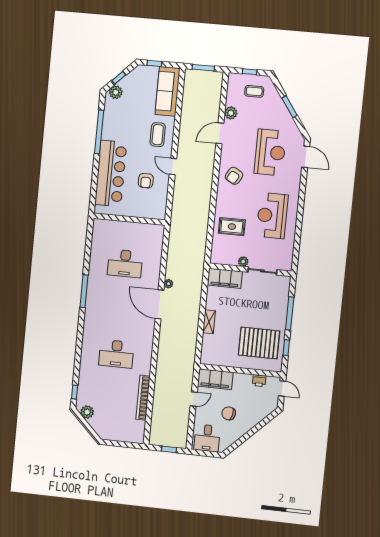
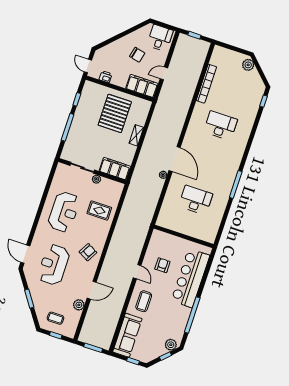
pallet: (259, 343) -> (115, 113), moved, turned 90
plant: (87, 412) -> (248, 65), moved

